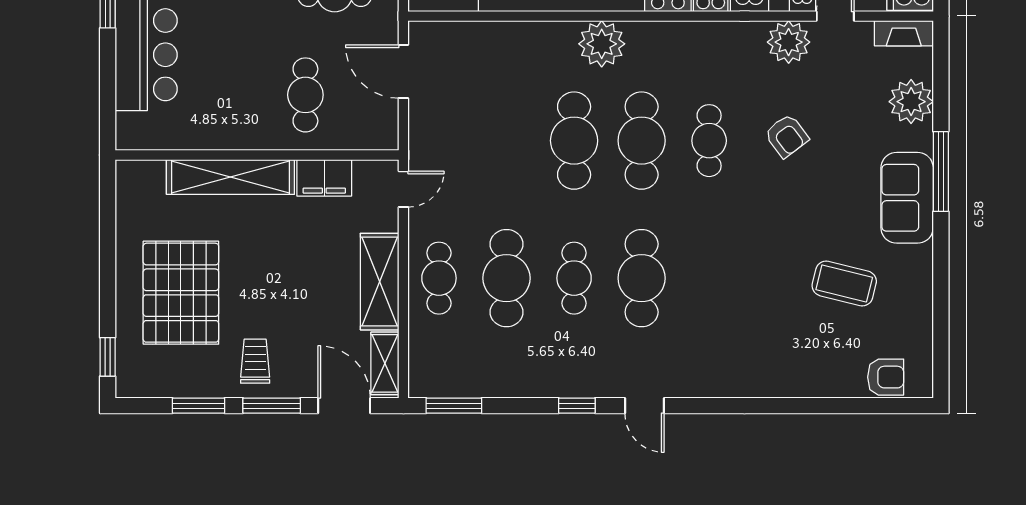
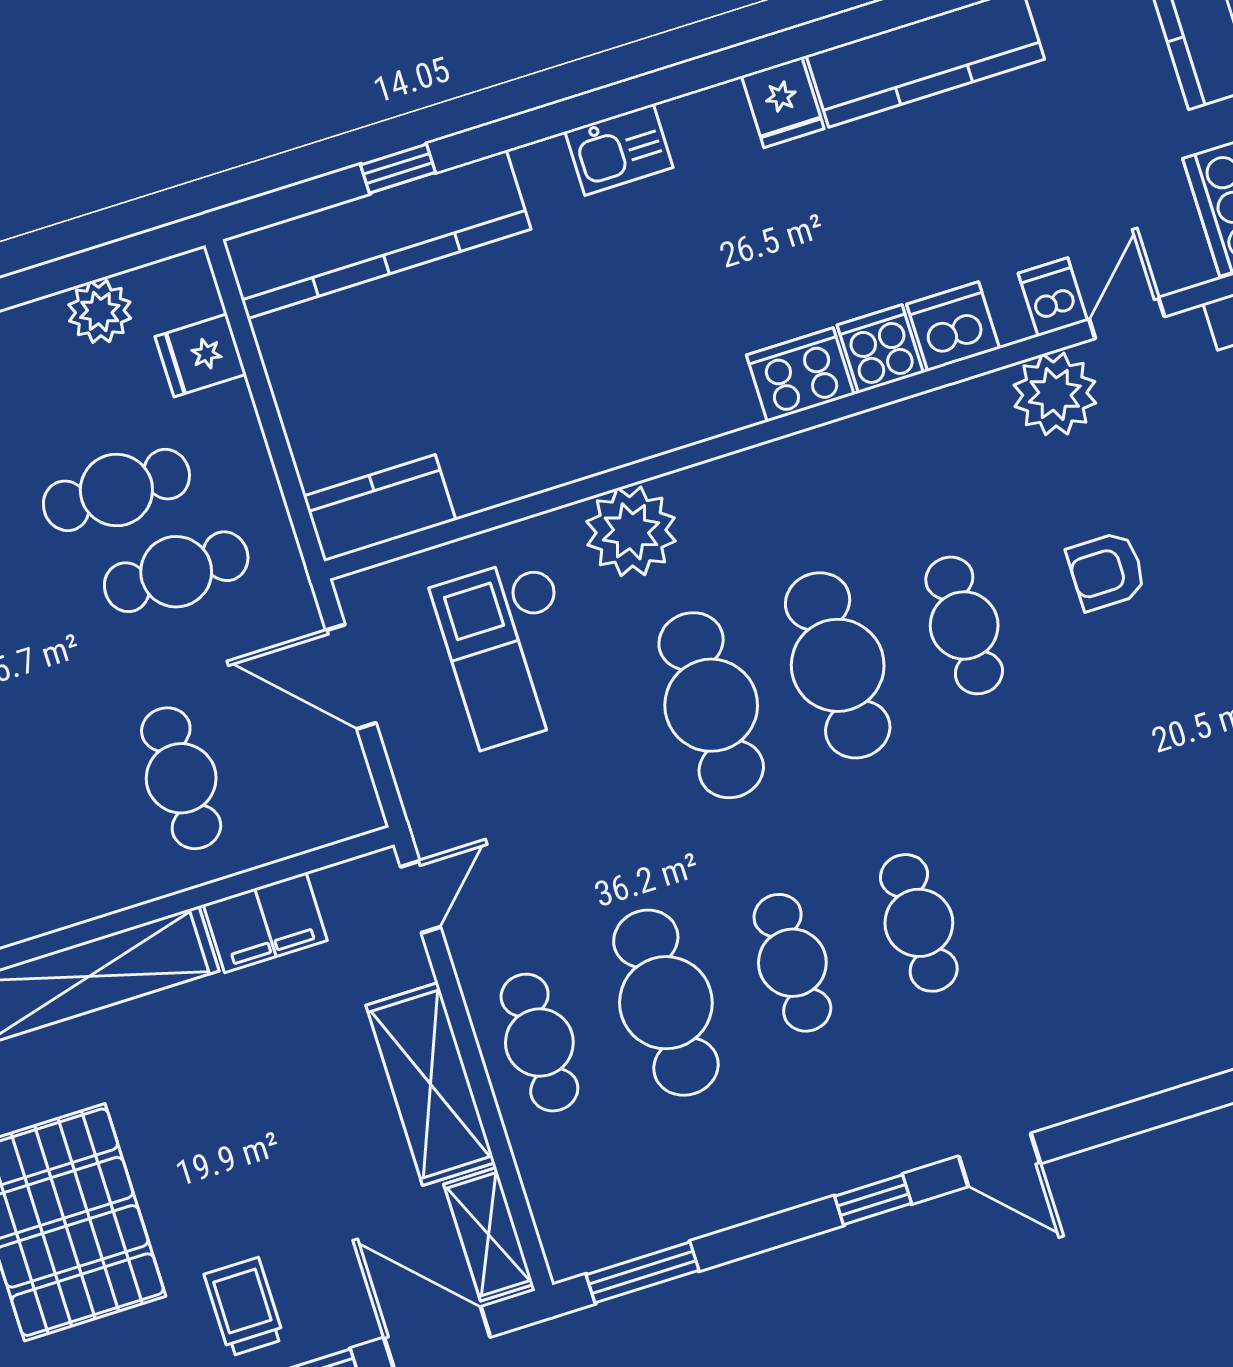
plant: (602, 44) -> (631, 531), moved
checkout: (485, 84) -> (512, 652), added
armchair: (787, 136) -> (1106, 571), turned 127
cafe table: (642, 278) -> (919, 923), width x0.73, depth x0.74

